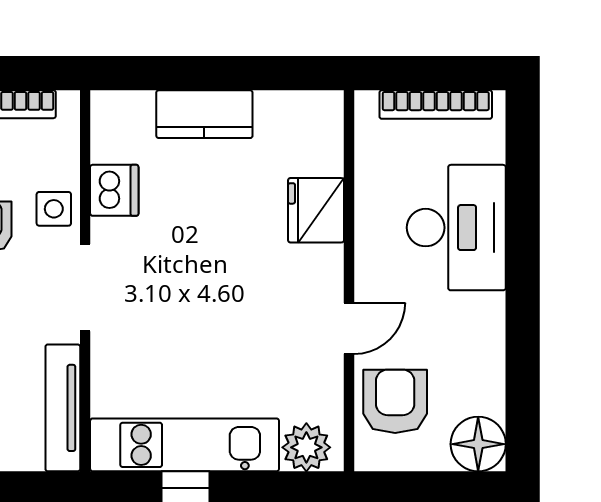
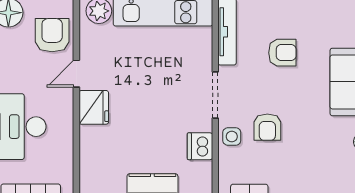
fridge: (316, 210) -> (94, 107), moved
armchair: (395, 401) -> (52, 35), turned 180

